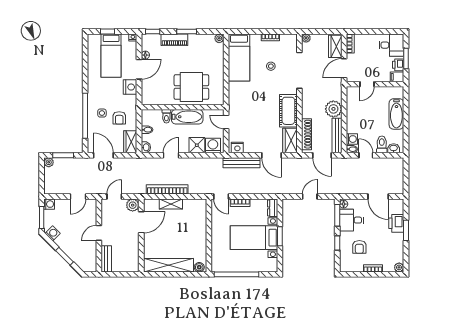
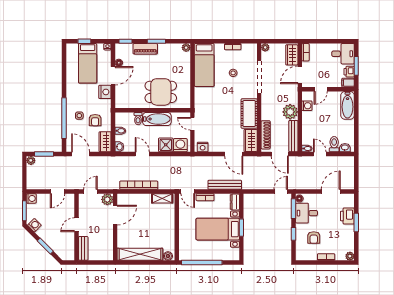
bathtub: (396, 114) -> (348, 105), moved
washing machine: (352, 139) -> (307, 106), moved
door: (171, 155) -> (142, 154), hinge flipped
bench: (242, 163) -> (225, 185), moved
door: (310, 196) -> (281, 192), moved
door: (378, 196) -> (331, 192), swing flipped
shelving: (171, 204) -> (162, 198), moved

